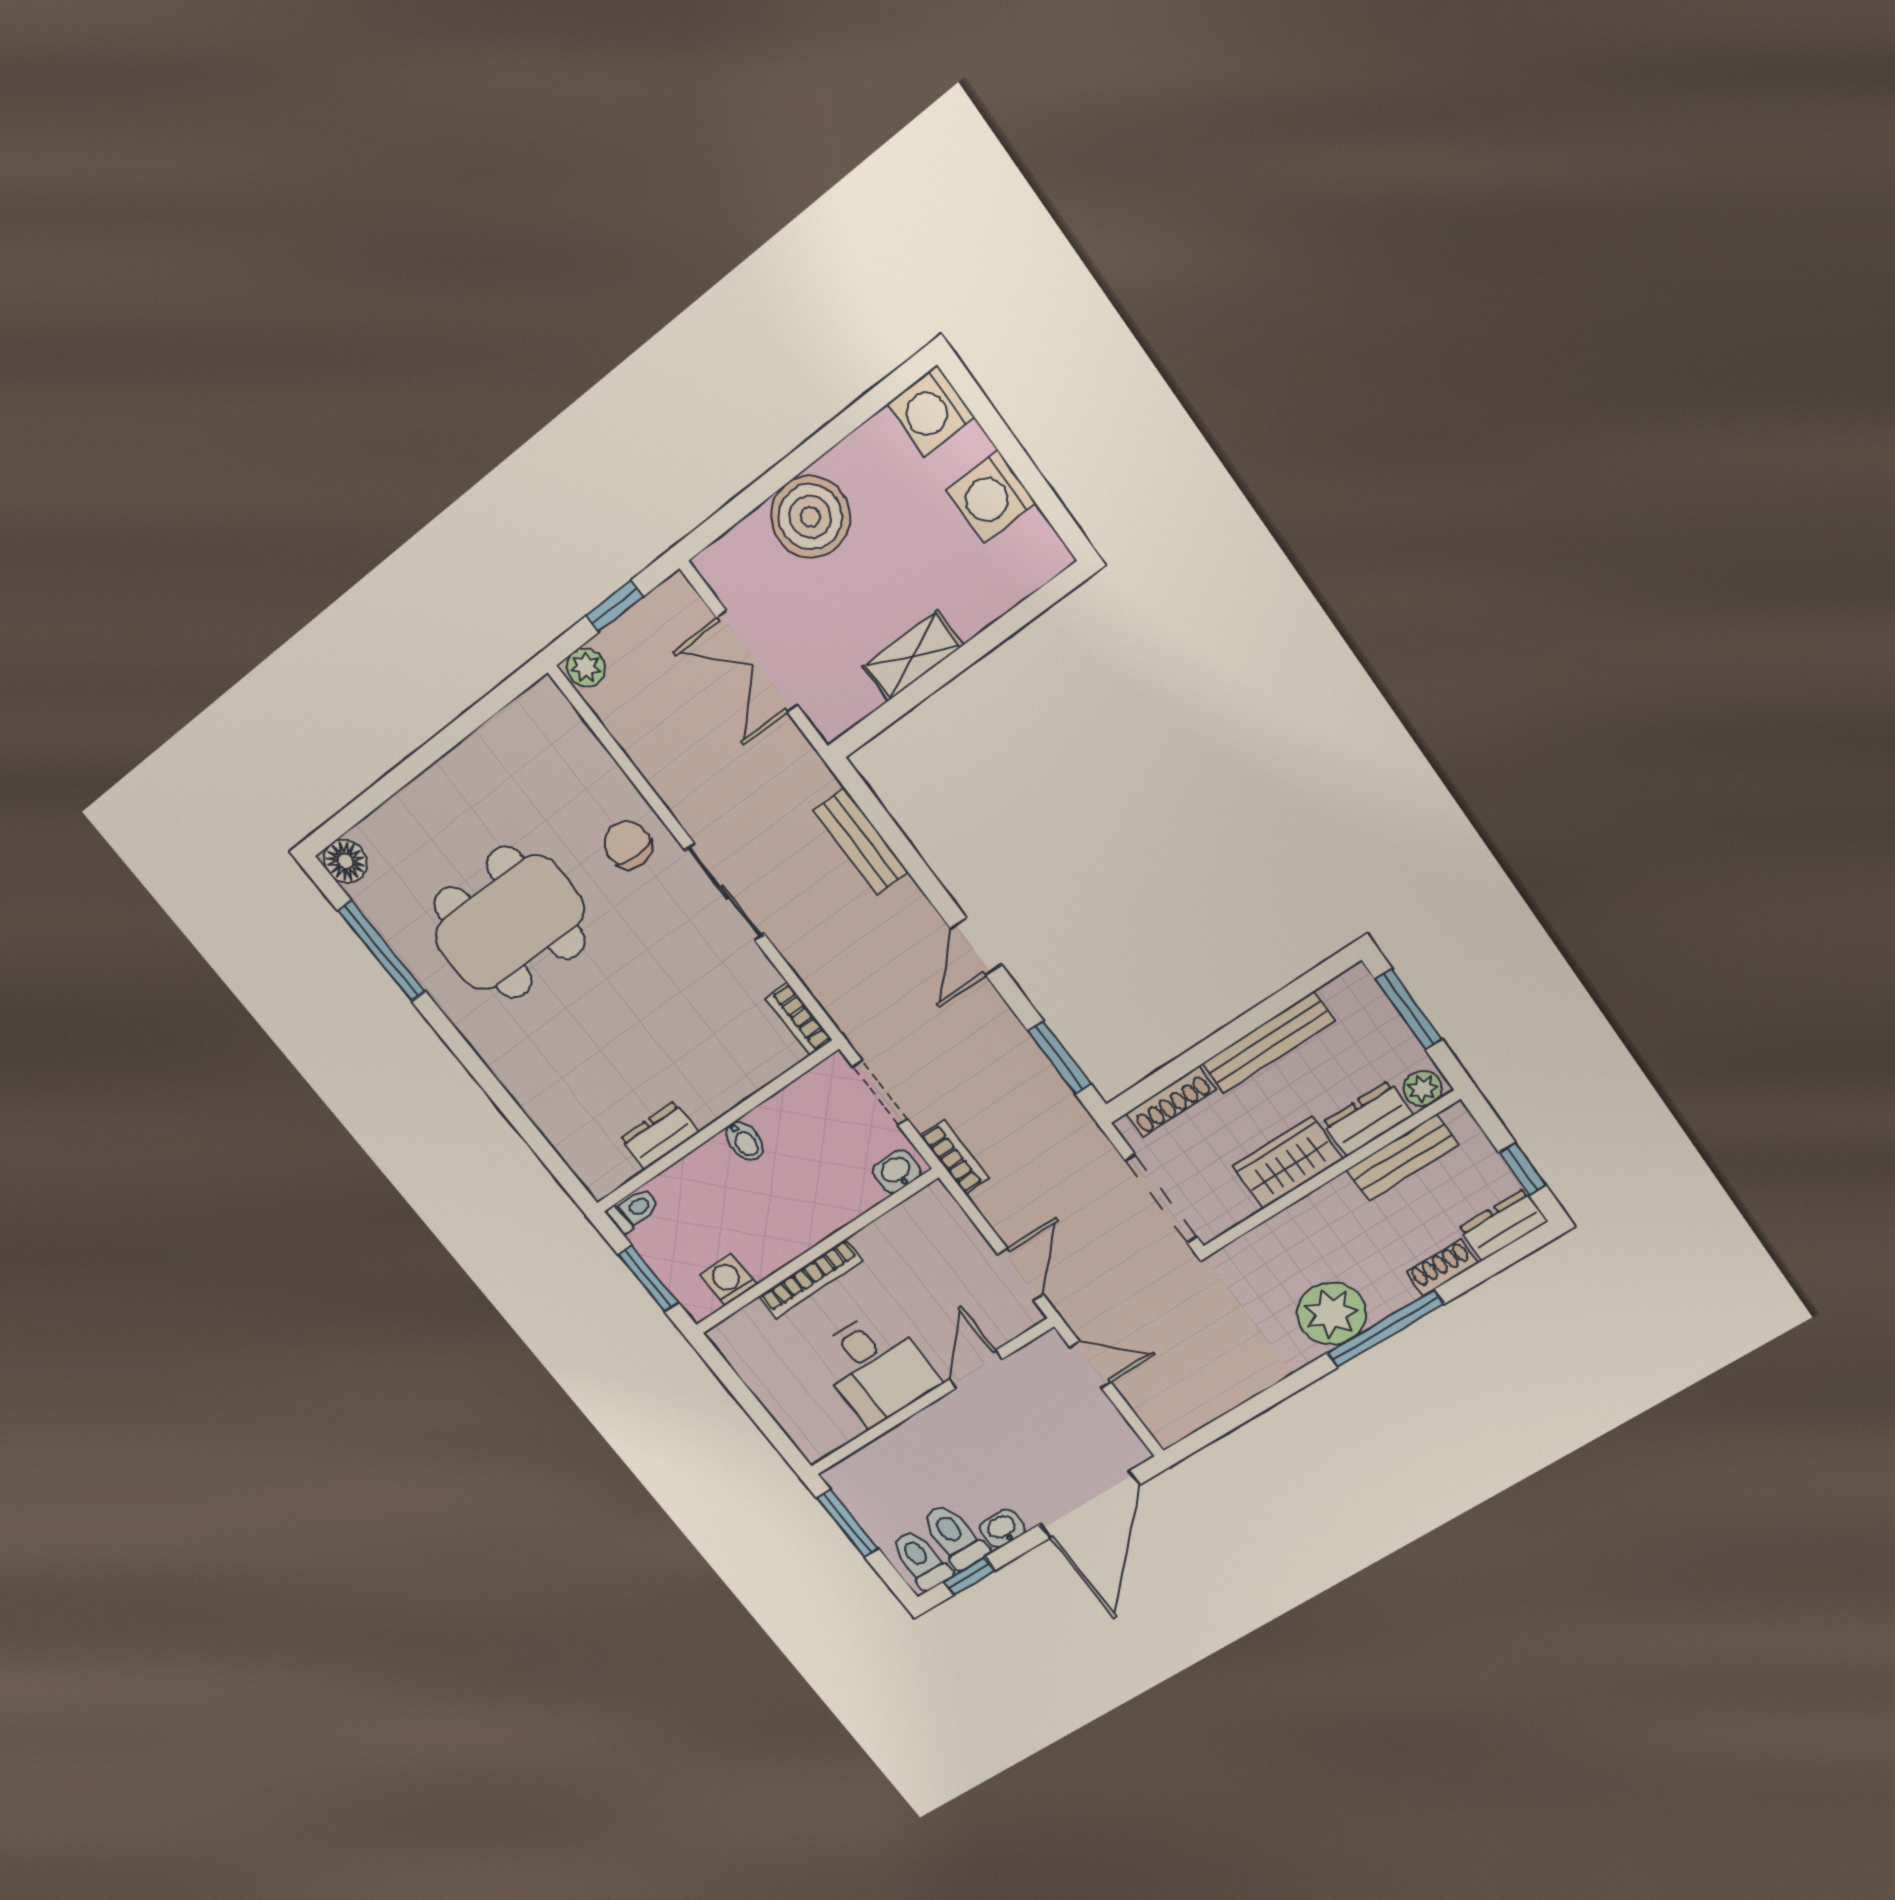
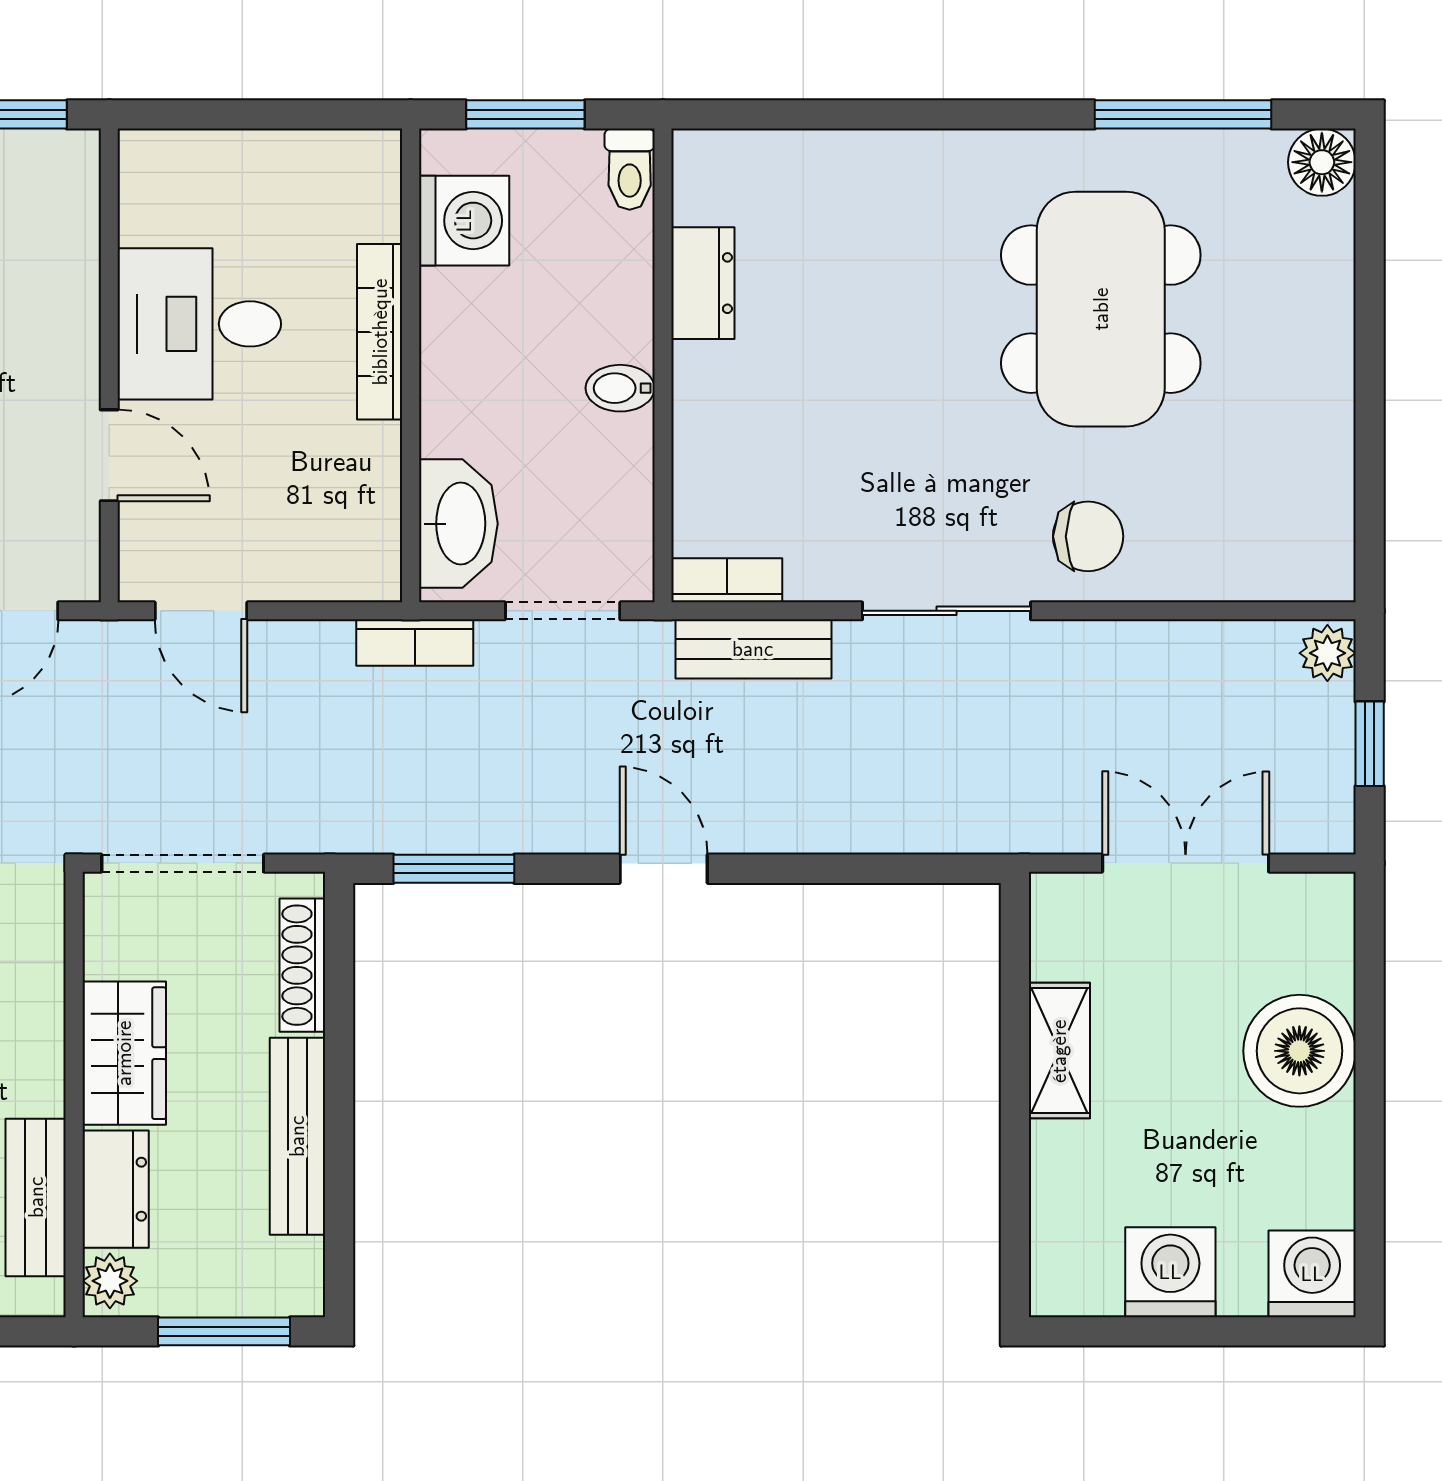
bench: (861, 841) -> (753, 649), moved
washbasin: (897, 1171) -> (458, 524), width x1.91, depth x1.45
washing machine: (728, 1280) -> (464, 221), width x1.38, depth x1.38

